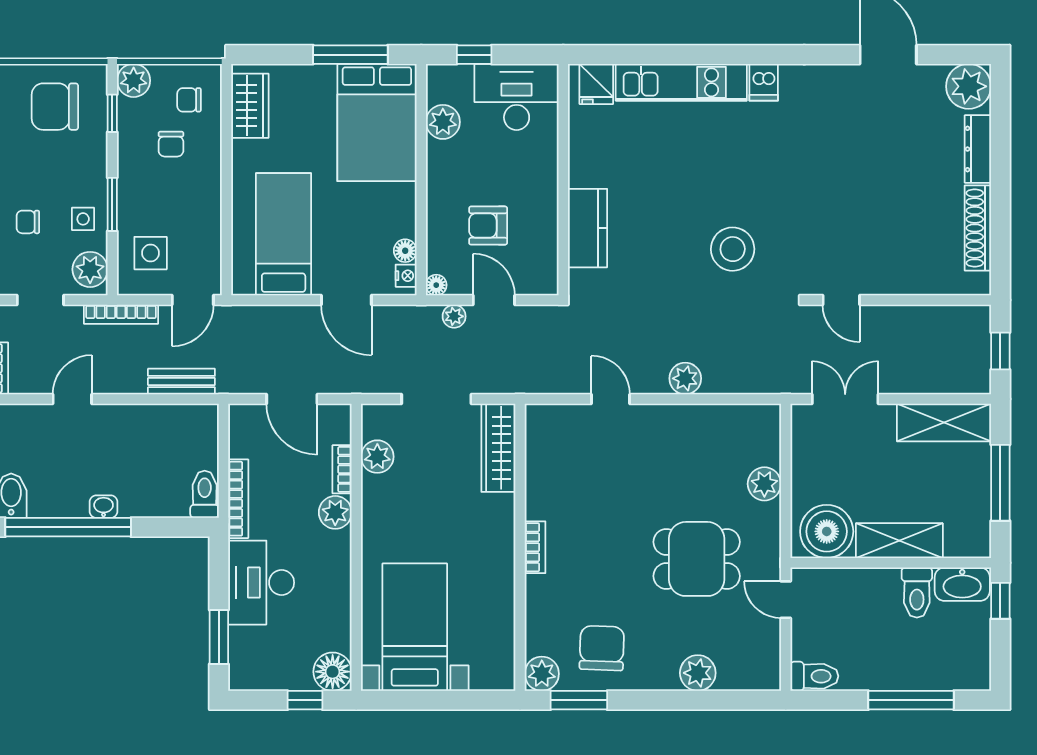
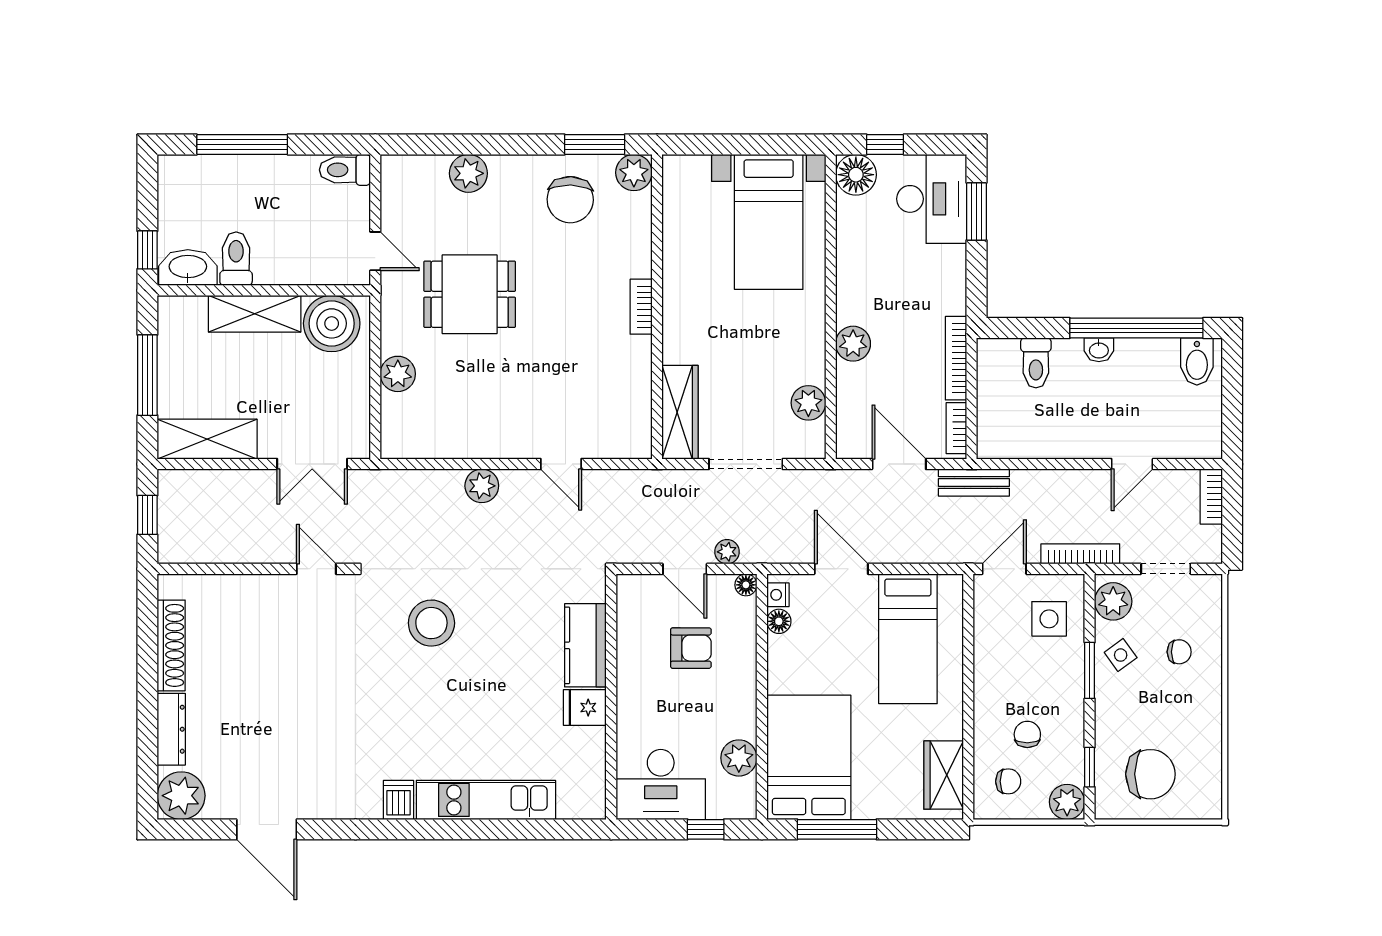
fridge: (596, 84) -> (585, 708), moved, turned -90
side table: (83, 219) -> (1121, 655), turned -36
bench: (181, 382) -> (974, 483), moved
bookcase: (342, 469) -> (956, 428), moved, turned 180
toilet: (205, 494) -> (1036, 363), moved
desk: (261, 583) -> (932, 199), moved

